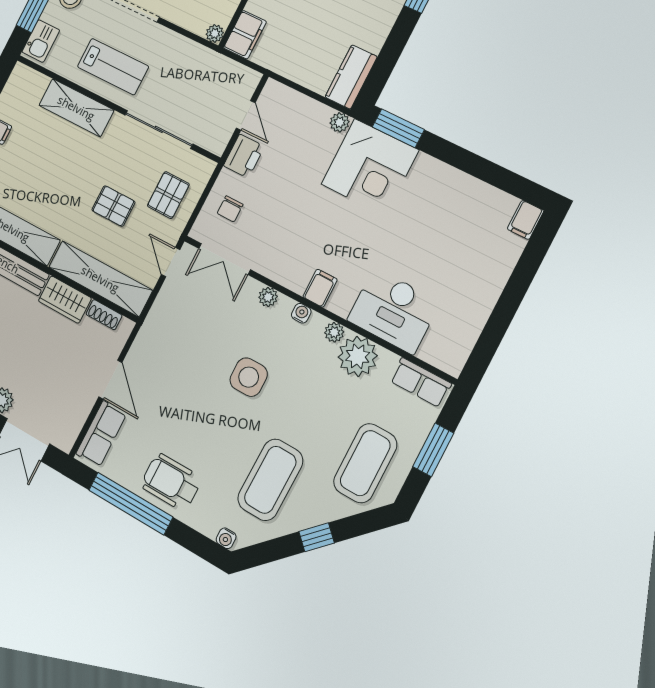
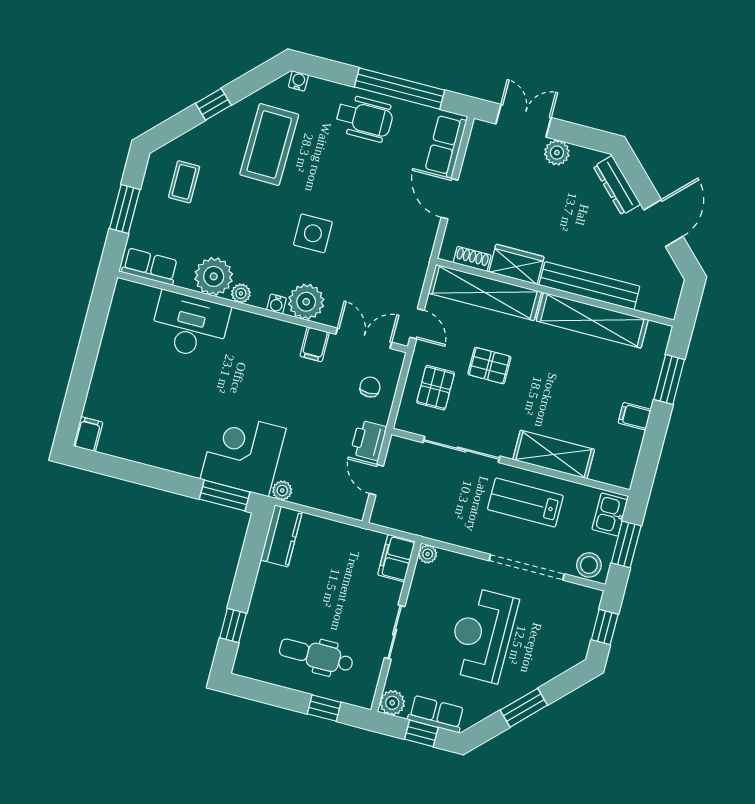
filing cabinet: (320, 288) -> (315, 344), moved
plant: (268, 297) -> (306, 302), width x1.87, depth x1.87
coffee table: (365, 463) -> (184, 182), width x0.54, depth x0.58

